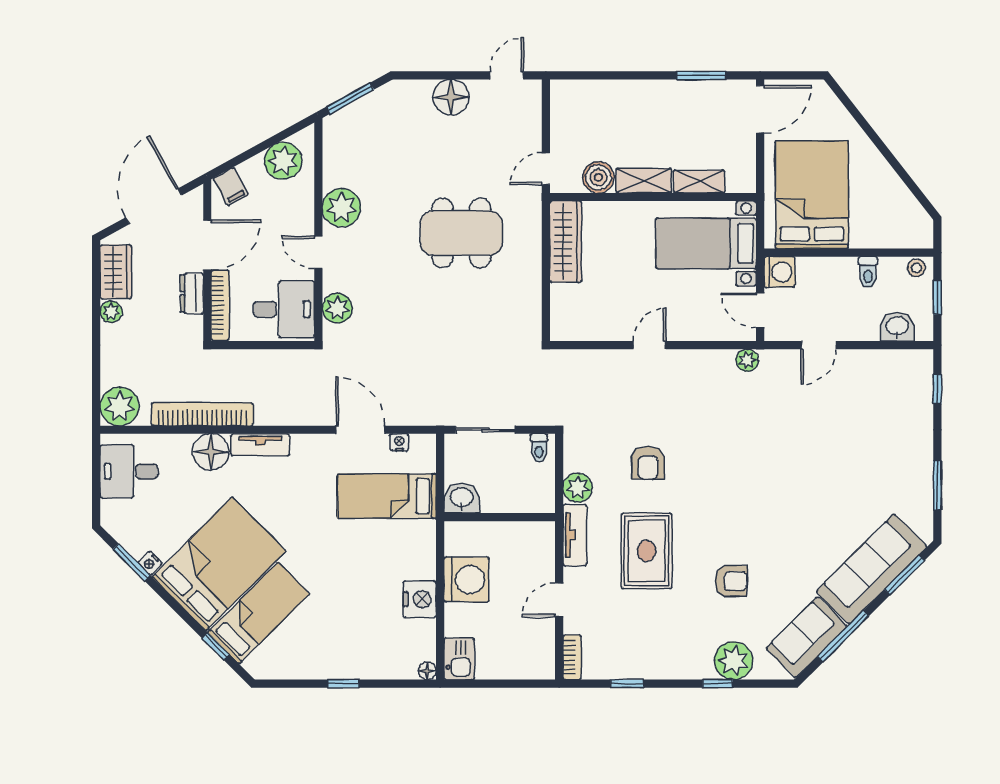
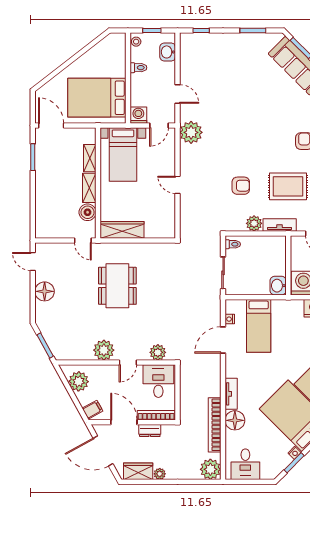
plant: (747, 360) -> (191, 132), width x1.88, depth x1.88
washbasin: (462, 498) -> (278, 286), moved
wall: (500, 517) -> (288, 265), moved

